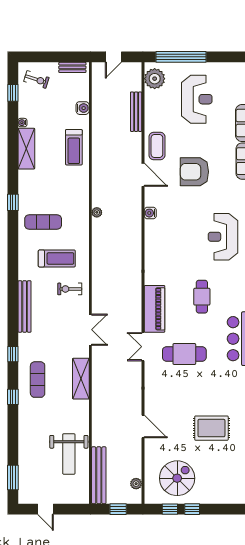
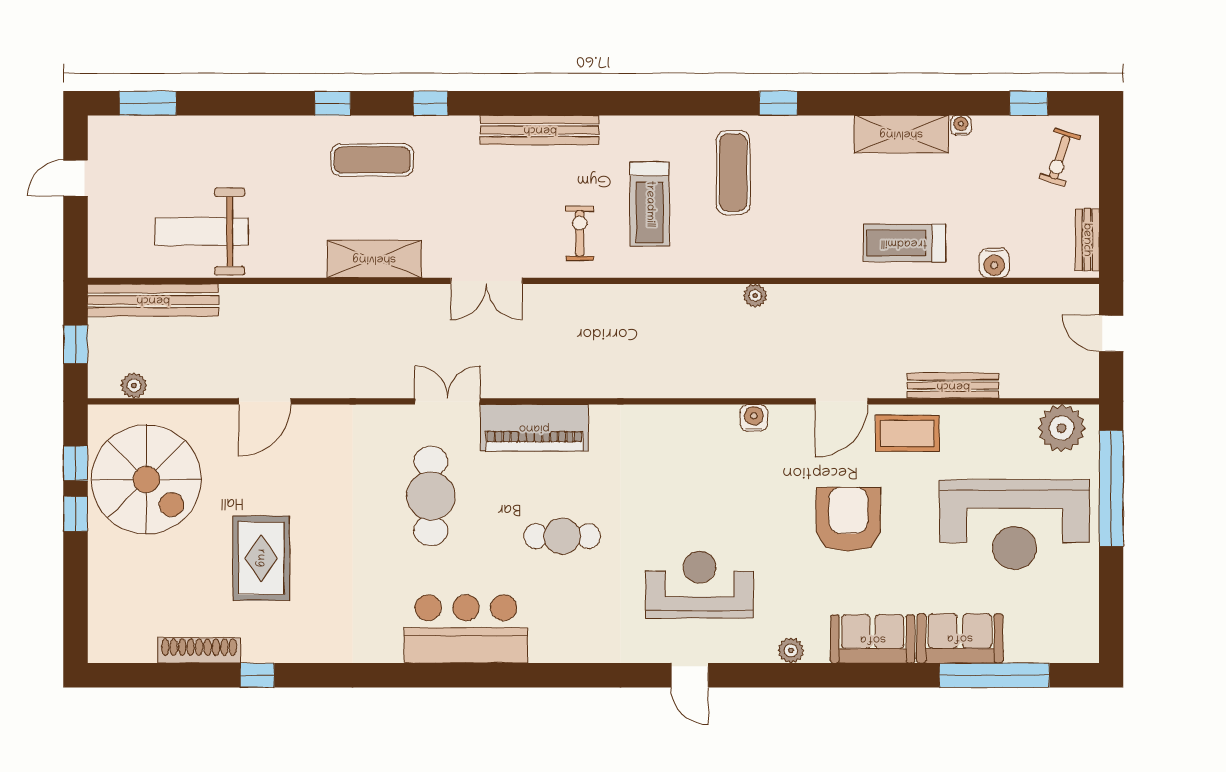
reception desk: (197, 99) -> (1015, 525), width x1.36, depth x1.30
bench: (136, 112) -> (953, 386), moved
spiral stairs: (177, 478) -> (146, 479), width x1.37, depth x1.37

